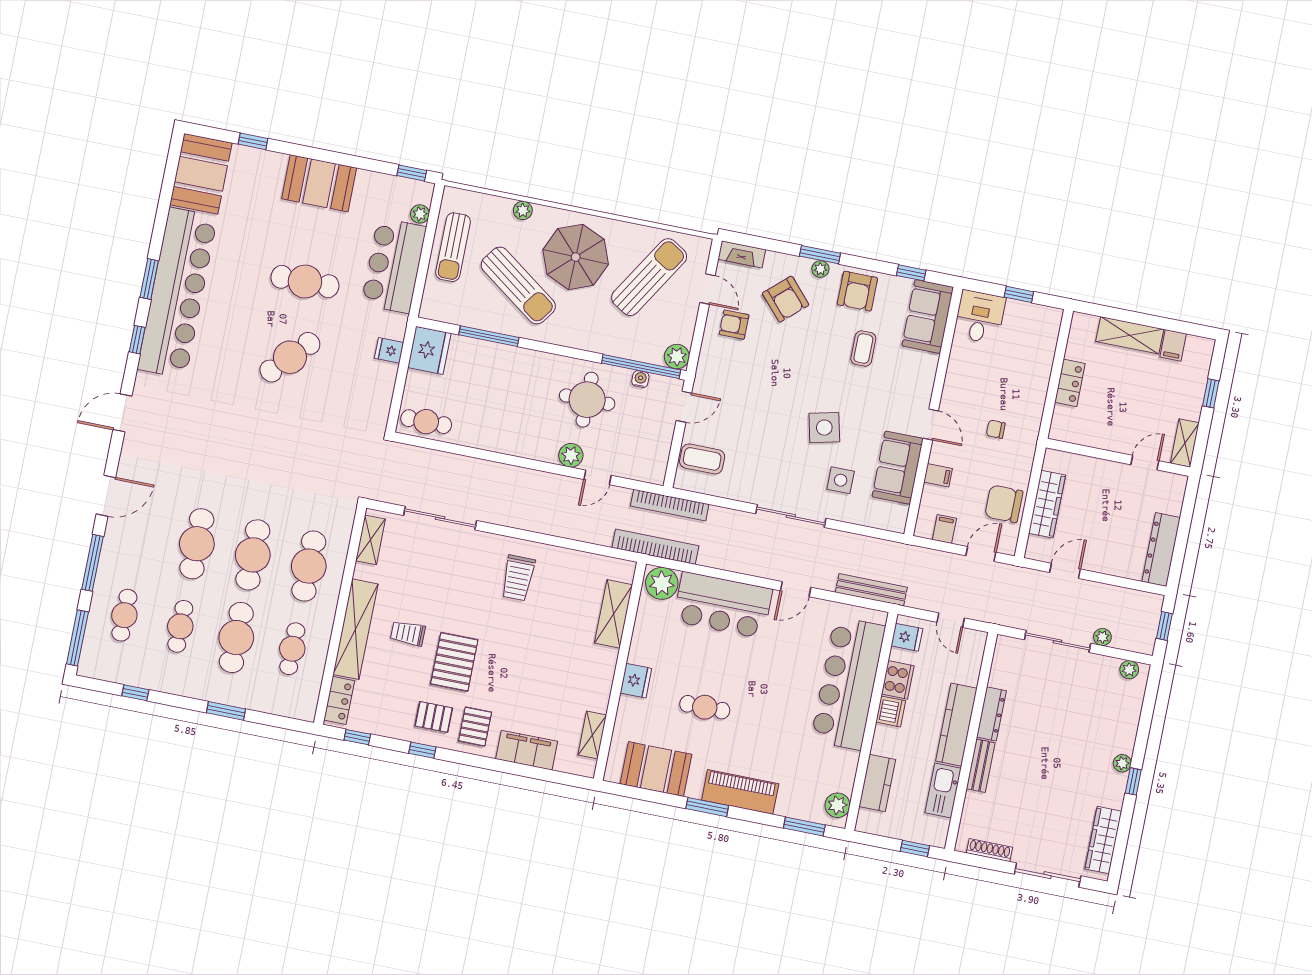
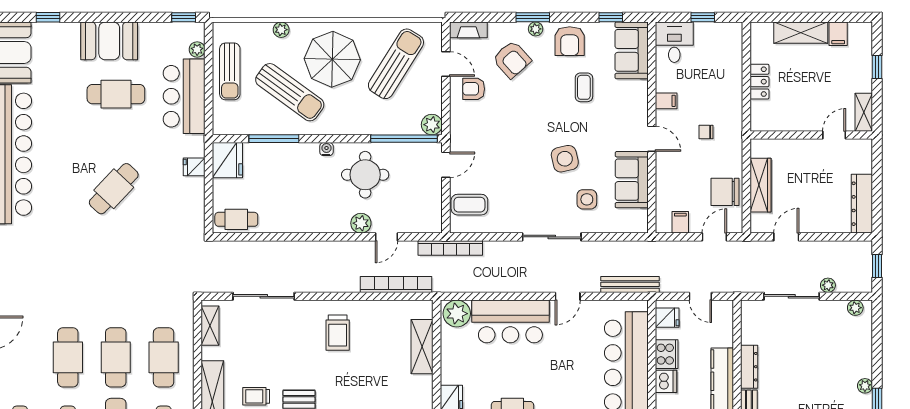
cafe table: (305, 282) -> (116, 94), moved
water cooler: (640, 379) -> (326, 149), moved
filing cabinet: (938, 475) -> (666, 101), moved
bookcase: (655, 547) -> (396, 285), moved

